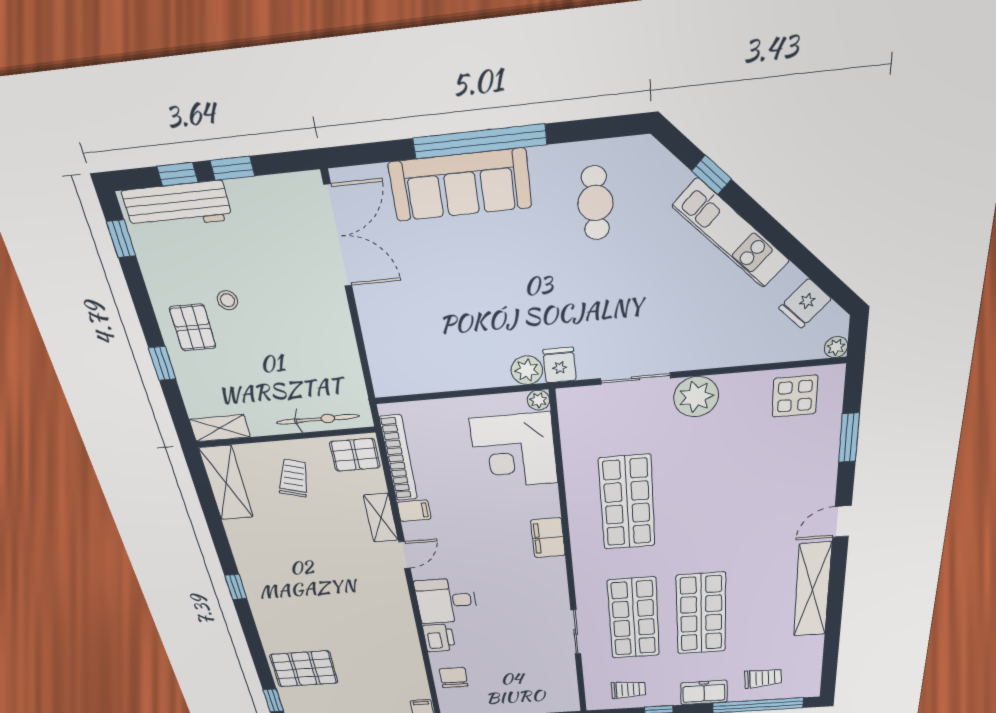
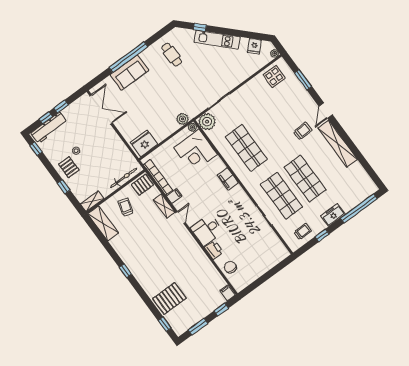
sofa: (460, 185) -> (129, 73), width x0.73
fridge: (559, 365) -> (144, 143), moved, width x1.88, depth x1.34
plant: (696, 397) -> (207, 122), moved
trolley: (763, 678) -> (303, 131), moved

